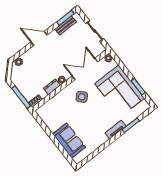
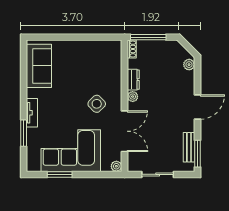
sofa: (69, 141) -> (39, 66), moved, turned -90

